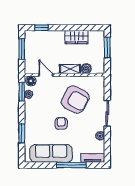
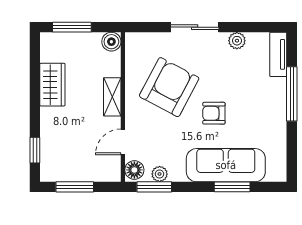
boiler: (86, 69) -> (111, 42), moved
sofa: (51, 153) -> (226, 165), moved, turned 90

